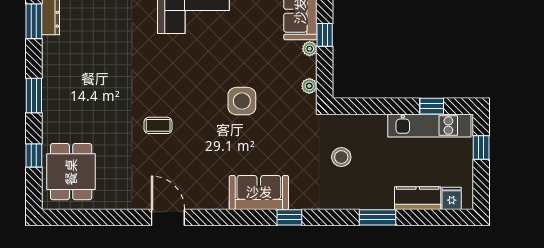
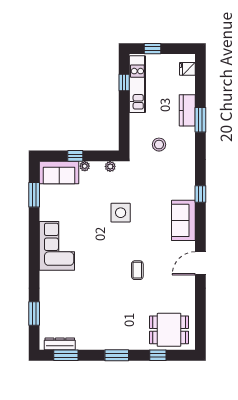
sofa: (259, 192) -> (183, 220), moved
kitchen counter: (418, 198) -> (187, 110), moved
window: (289, 217) -> (200, 194), moved

